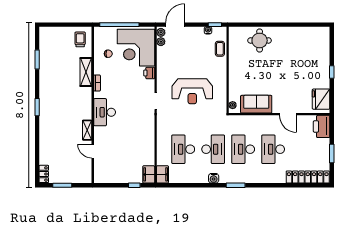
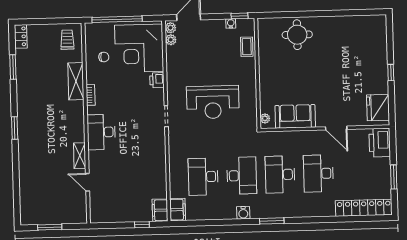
locker: (44, 174) -> (21, 36), moved

